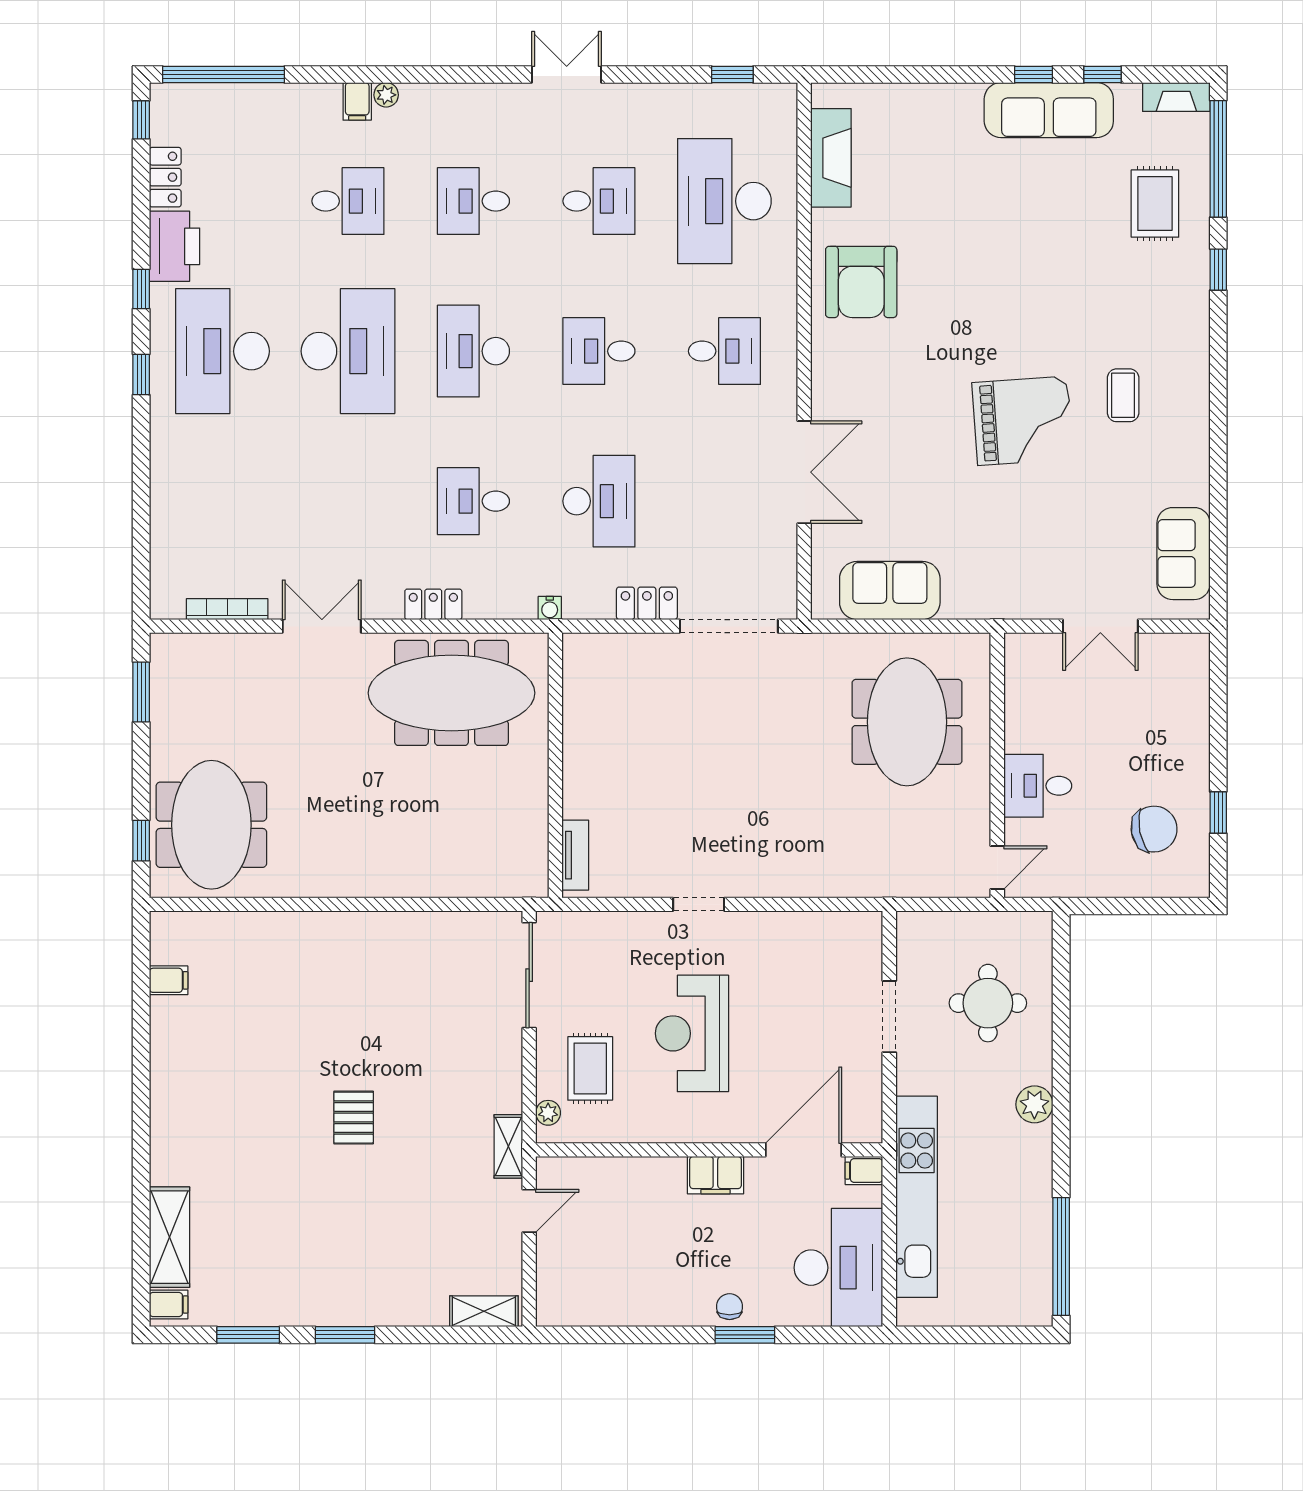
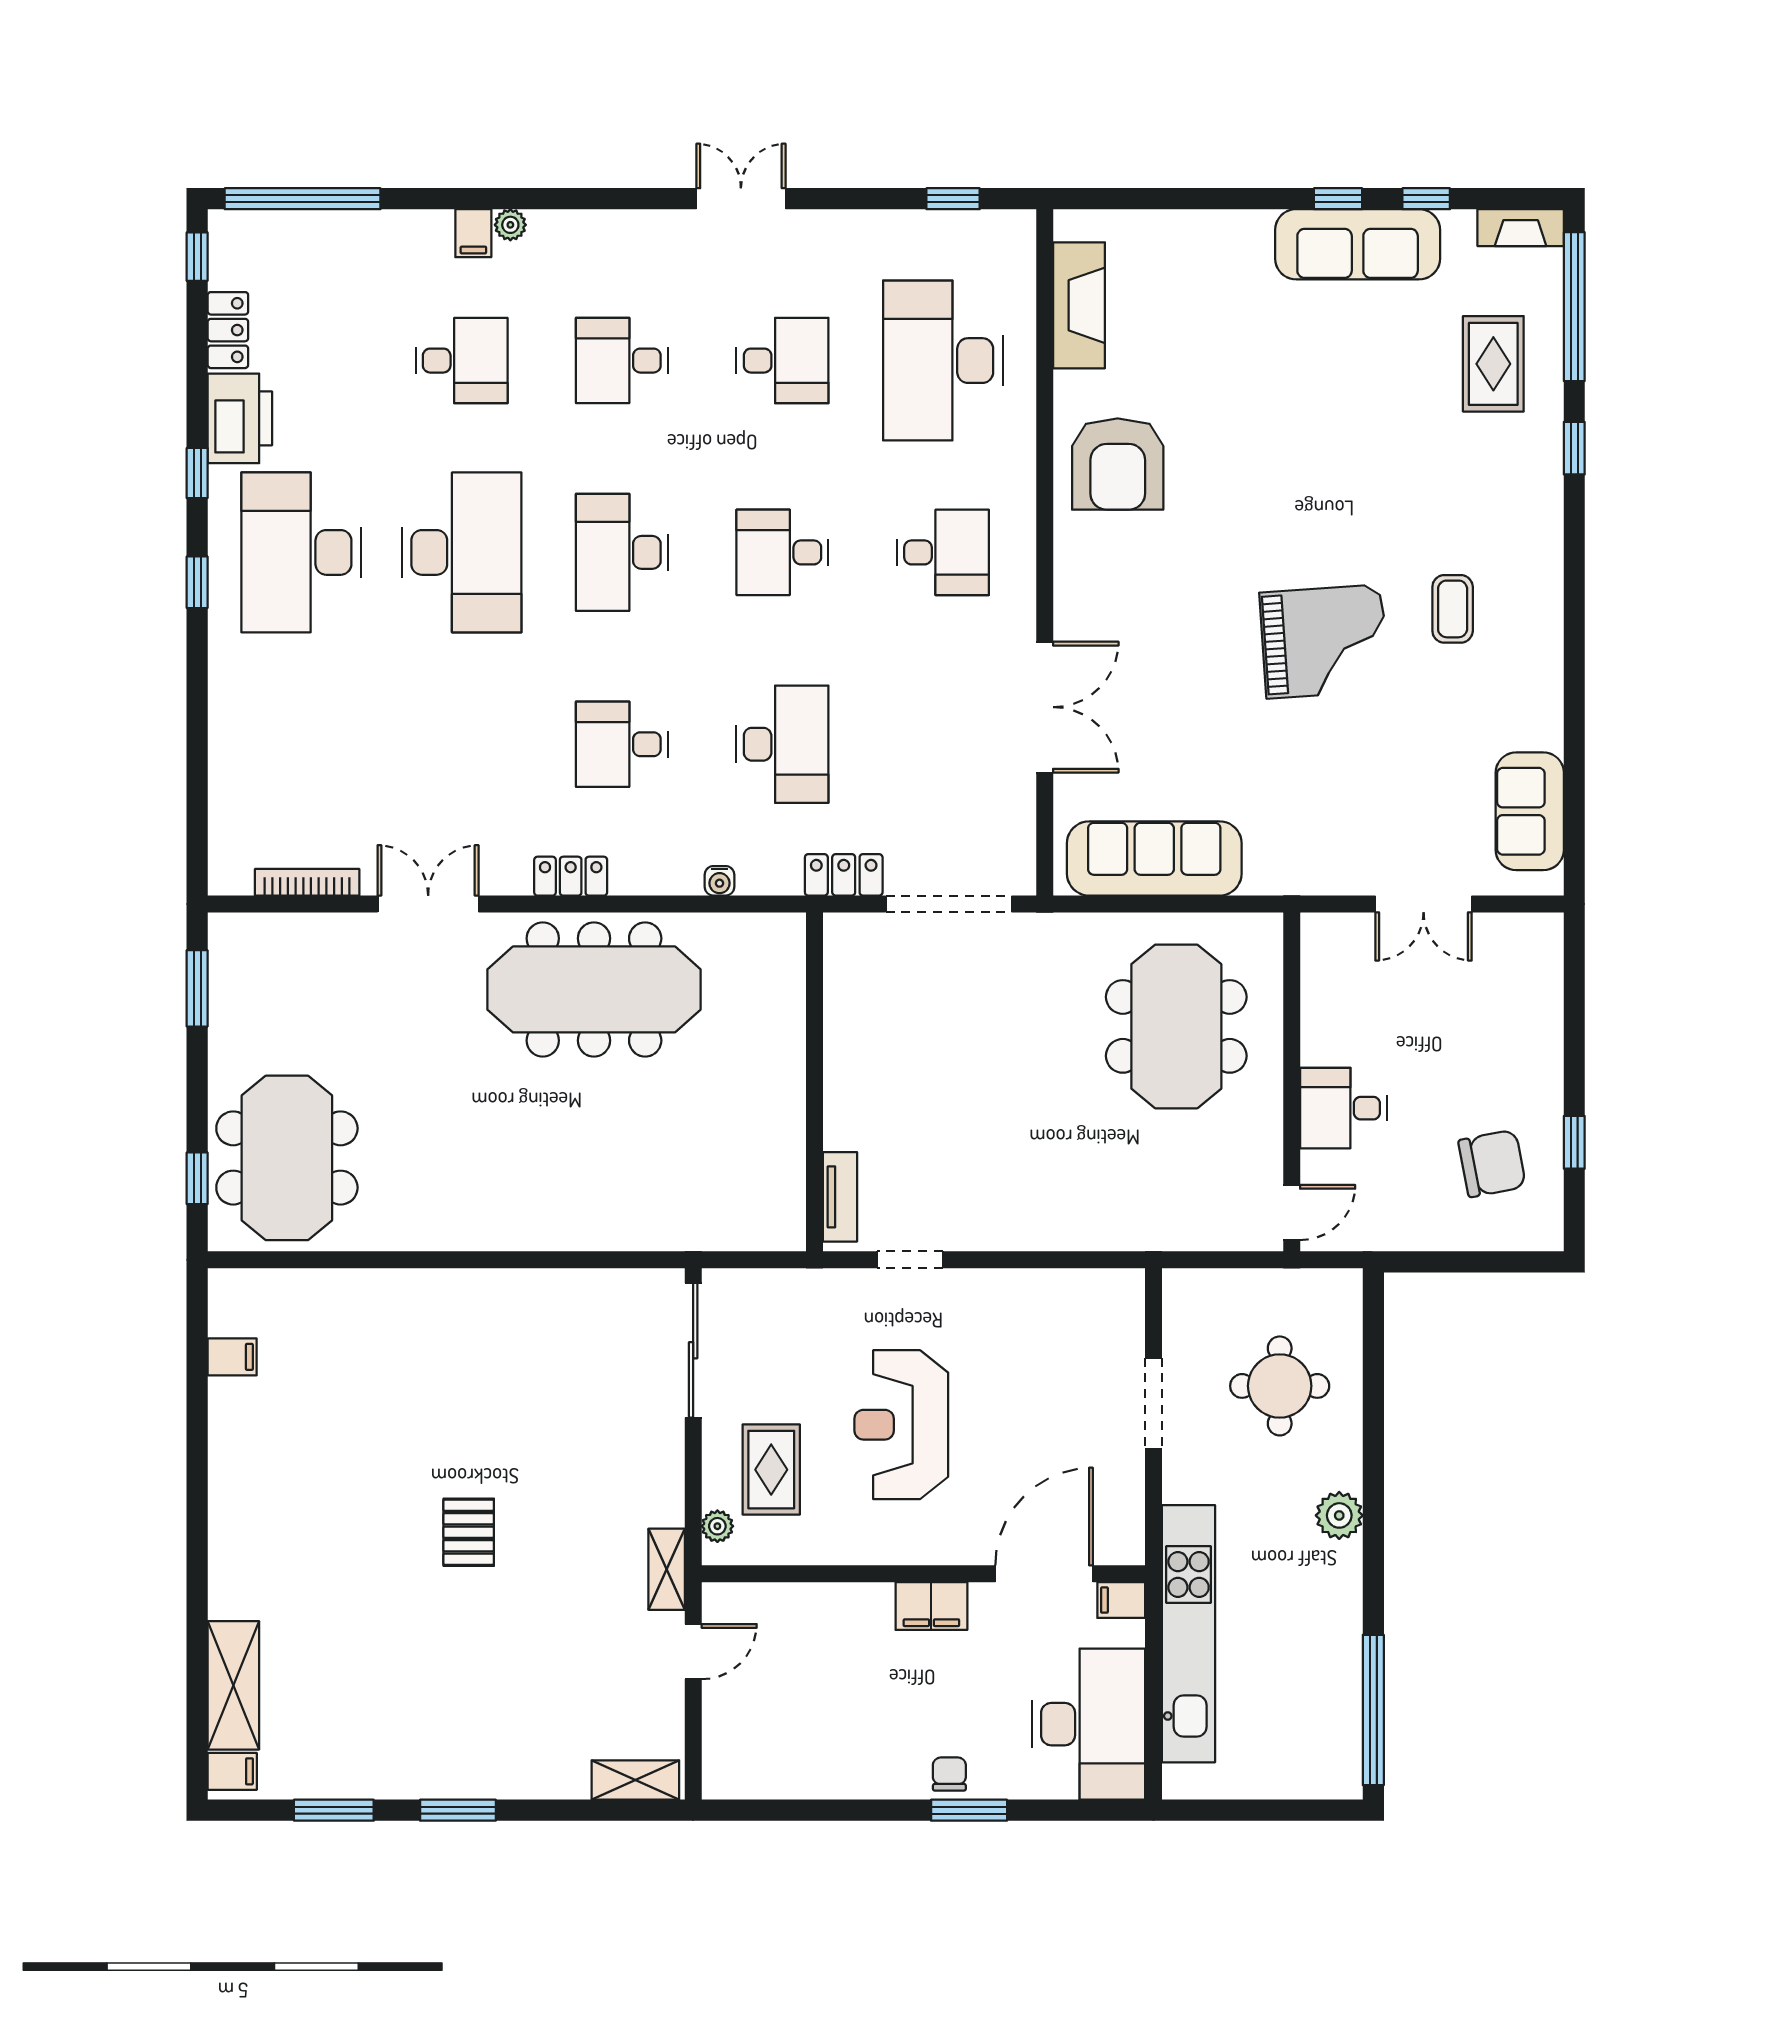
sofa: (890, 590) -> (1154, 858), width x1.36
wall: (555, 765) -> (815, 1082), moved
tv unit: (575, 855) -> (840, 1197), moved

